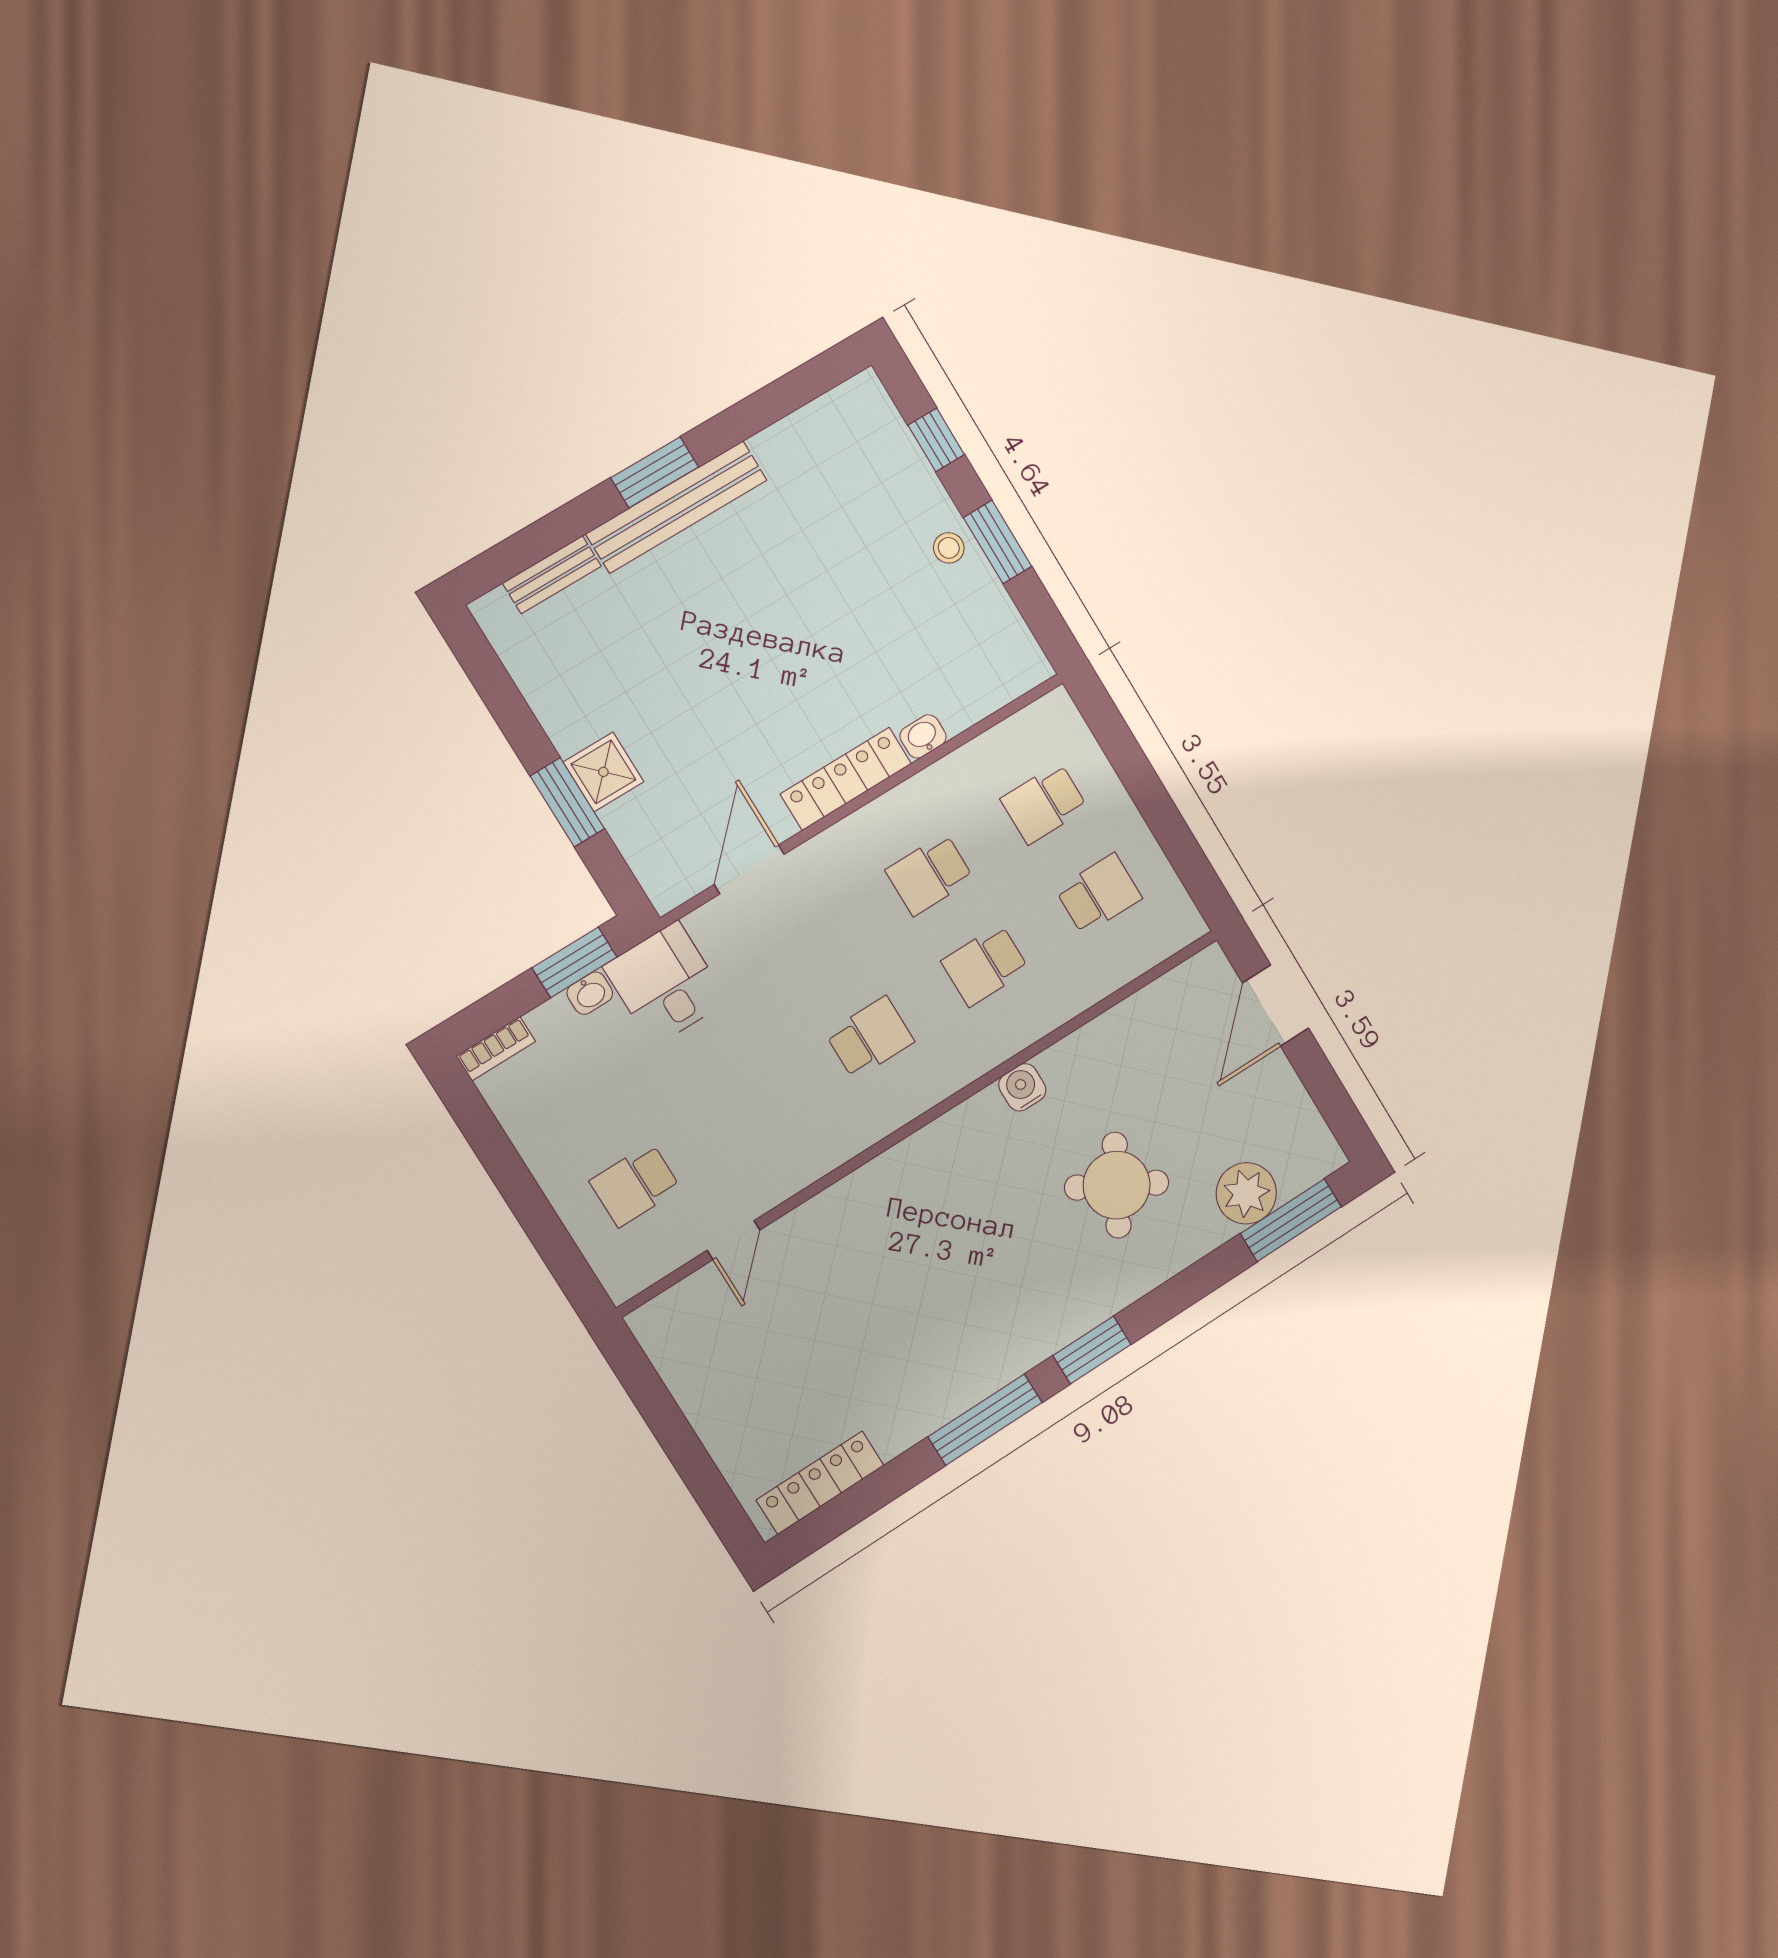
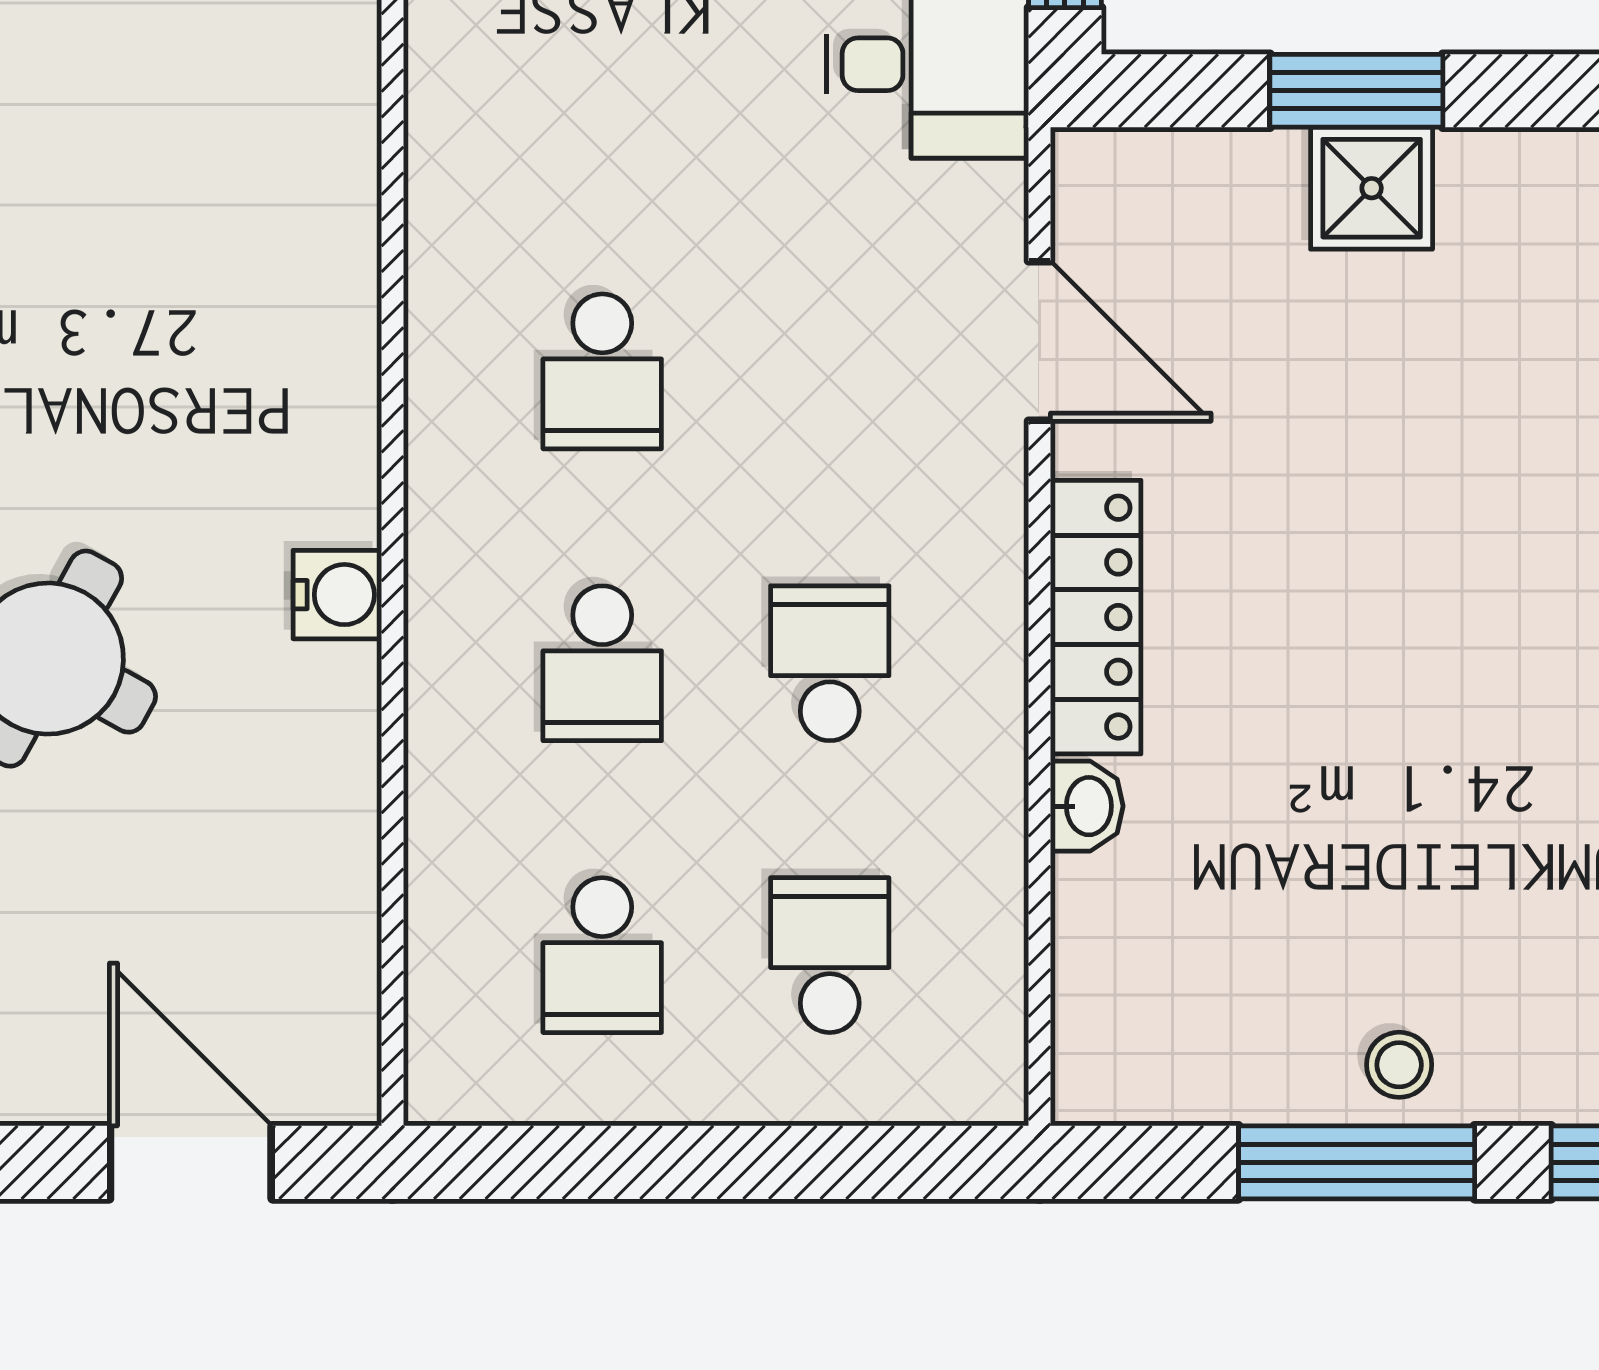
window: (997, 542) -> (1357, 1162), width x1.44
school desk: (985, 965) -> (602, 663), turned 180

